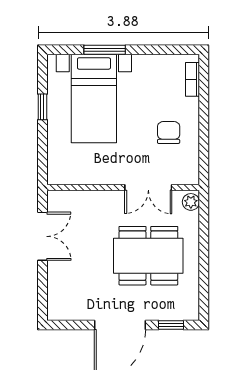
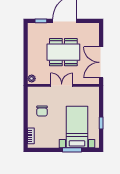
double door: (148, 187) -> (62, 85), moved
double door: (42, 236) -> (101, 62), width x1.37
dining table: (148, 256) -> (63, 52), moved

